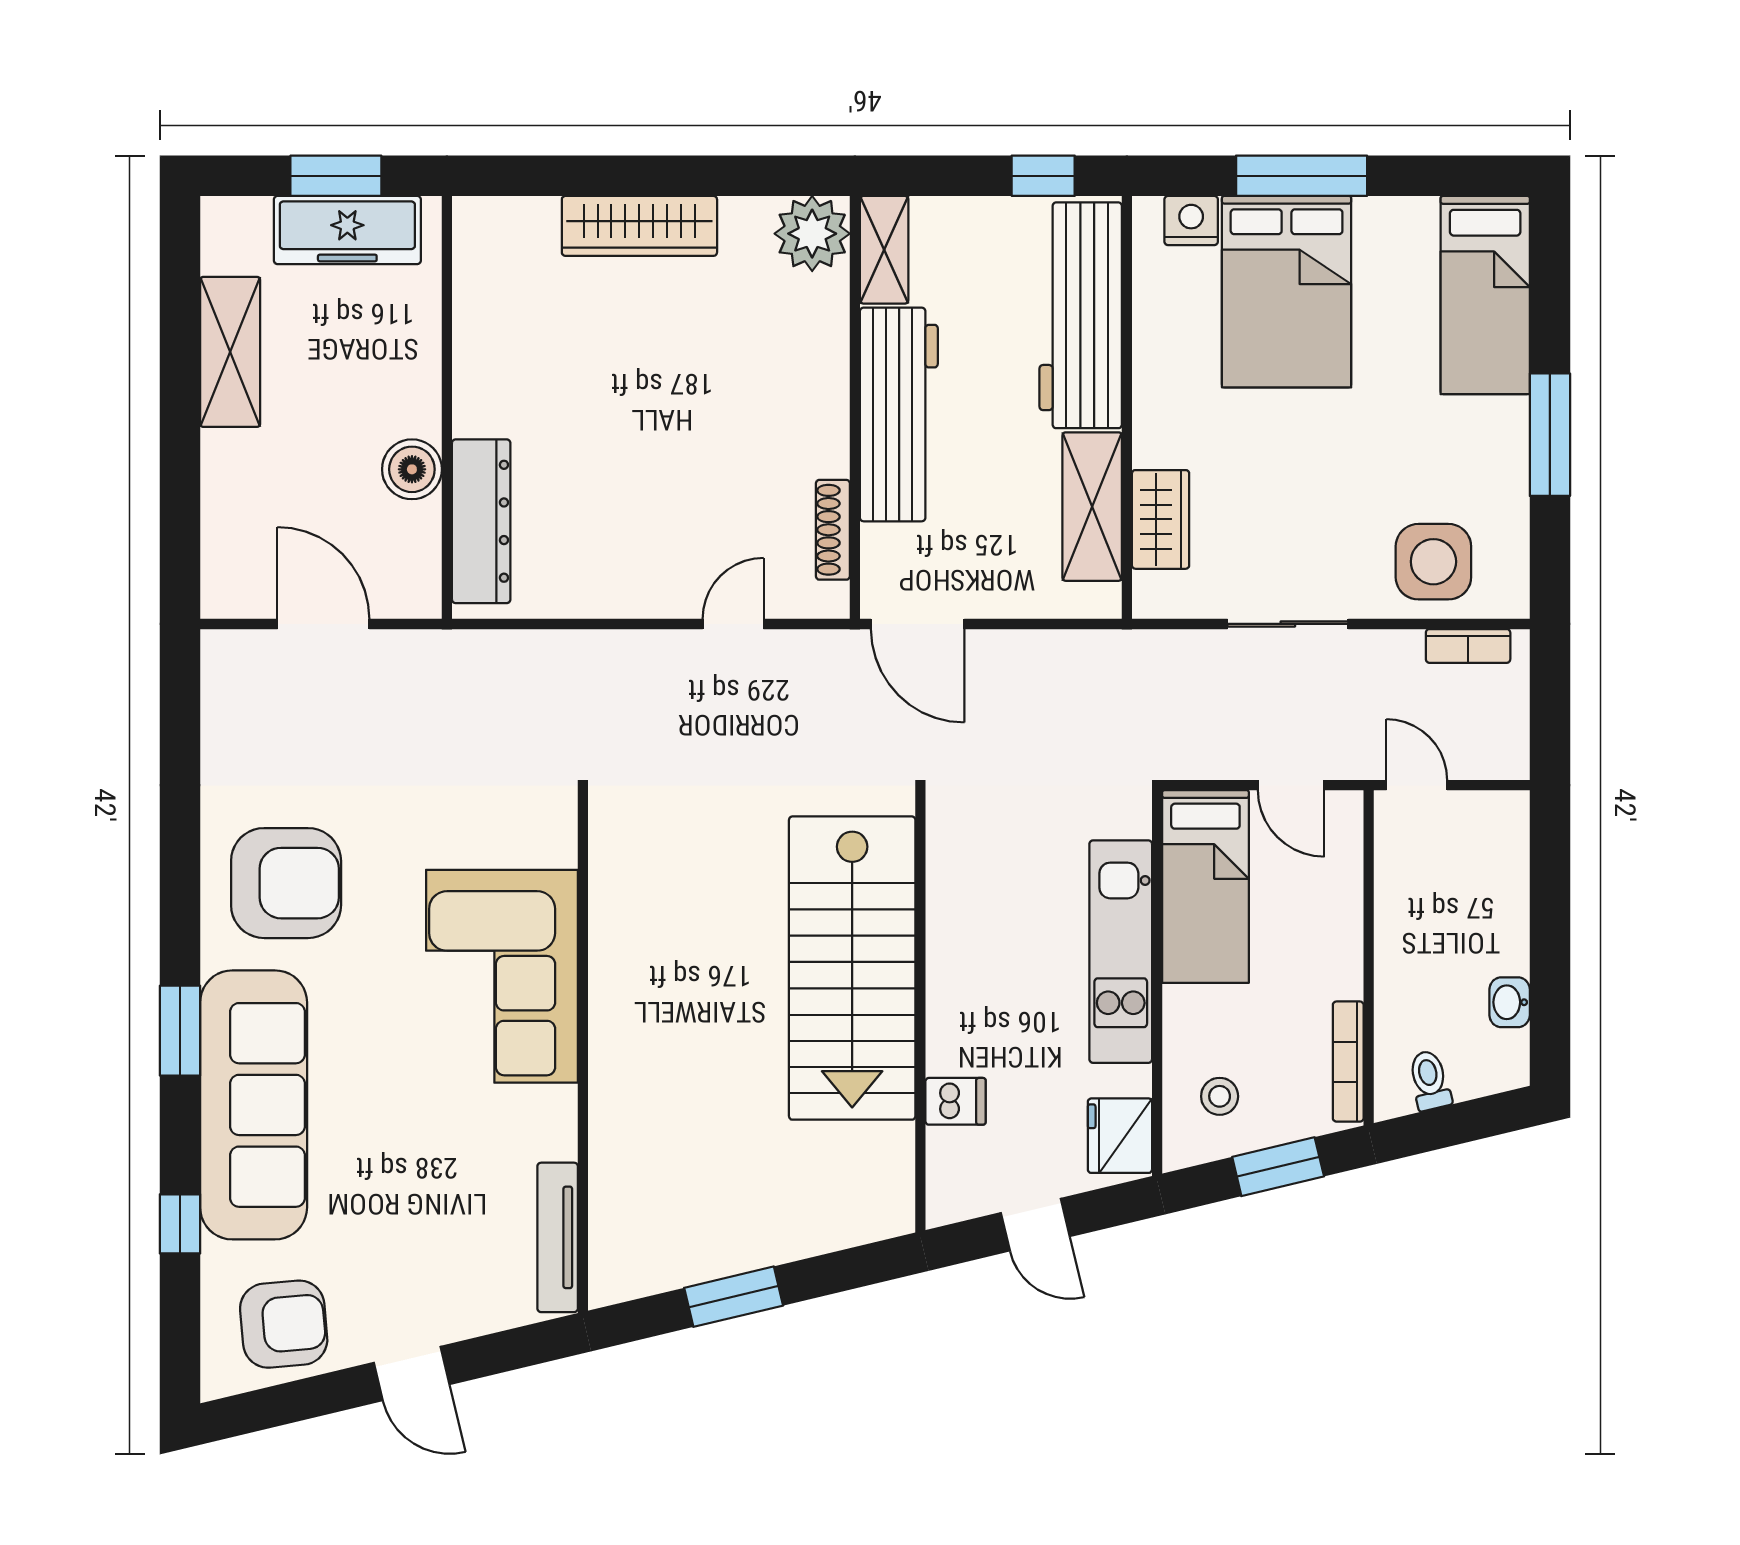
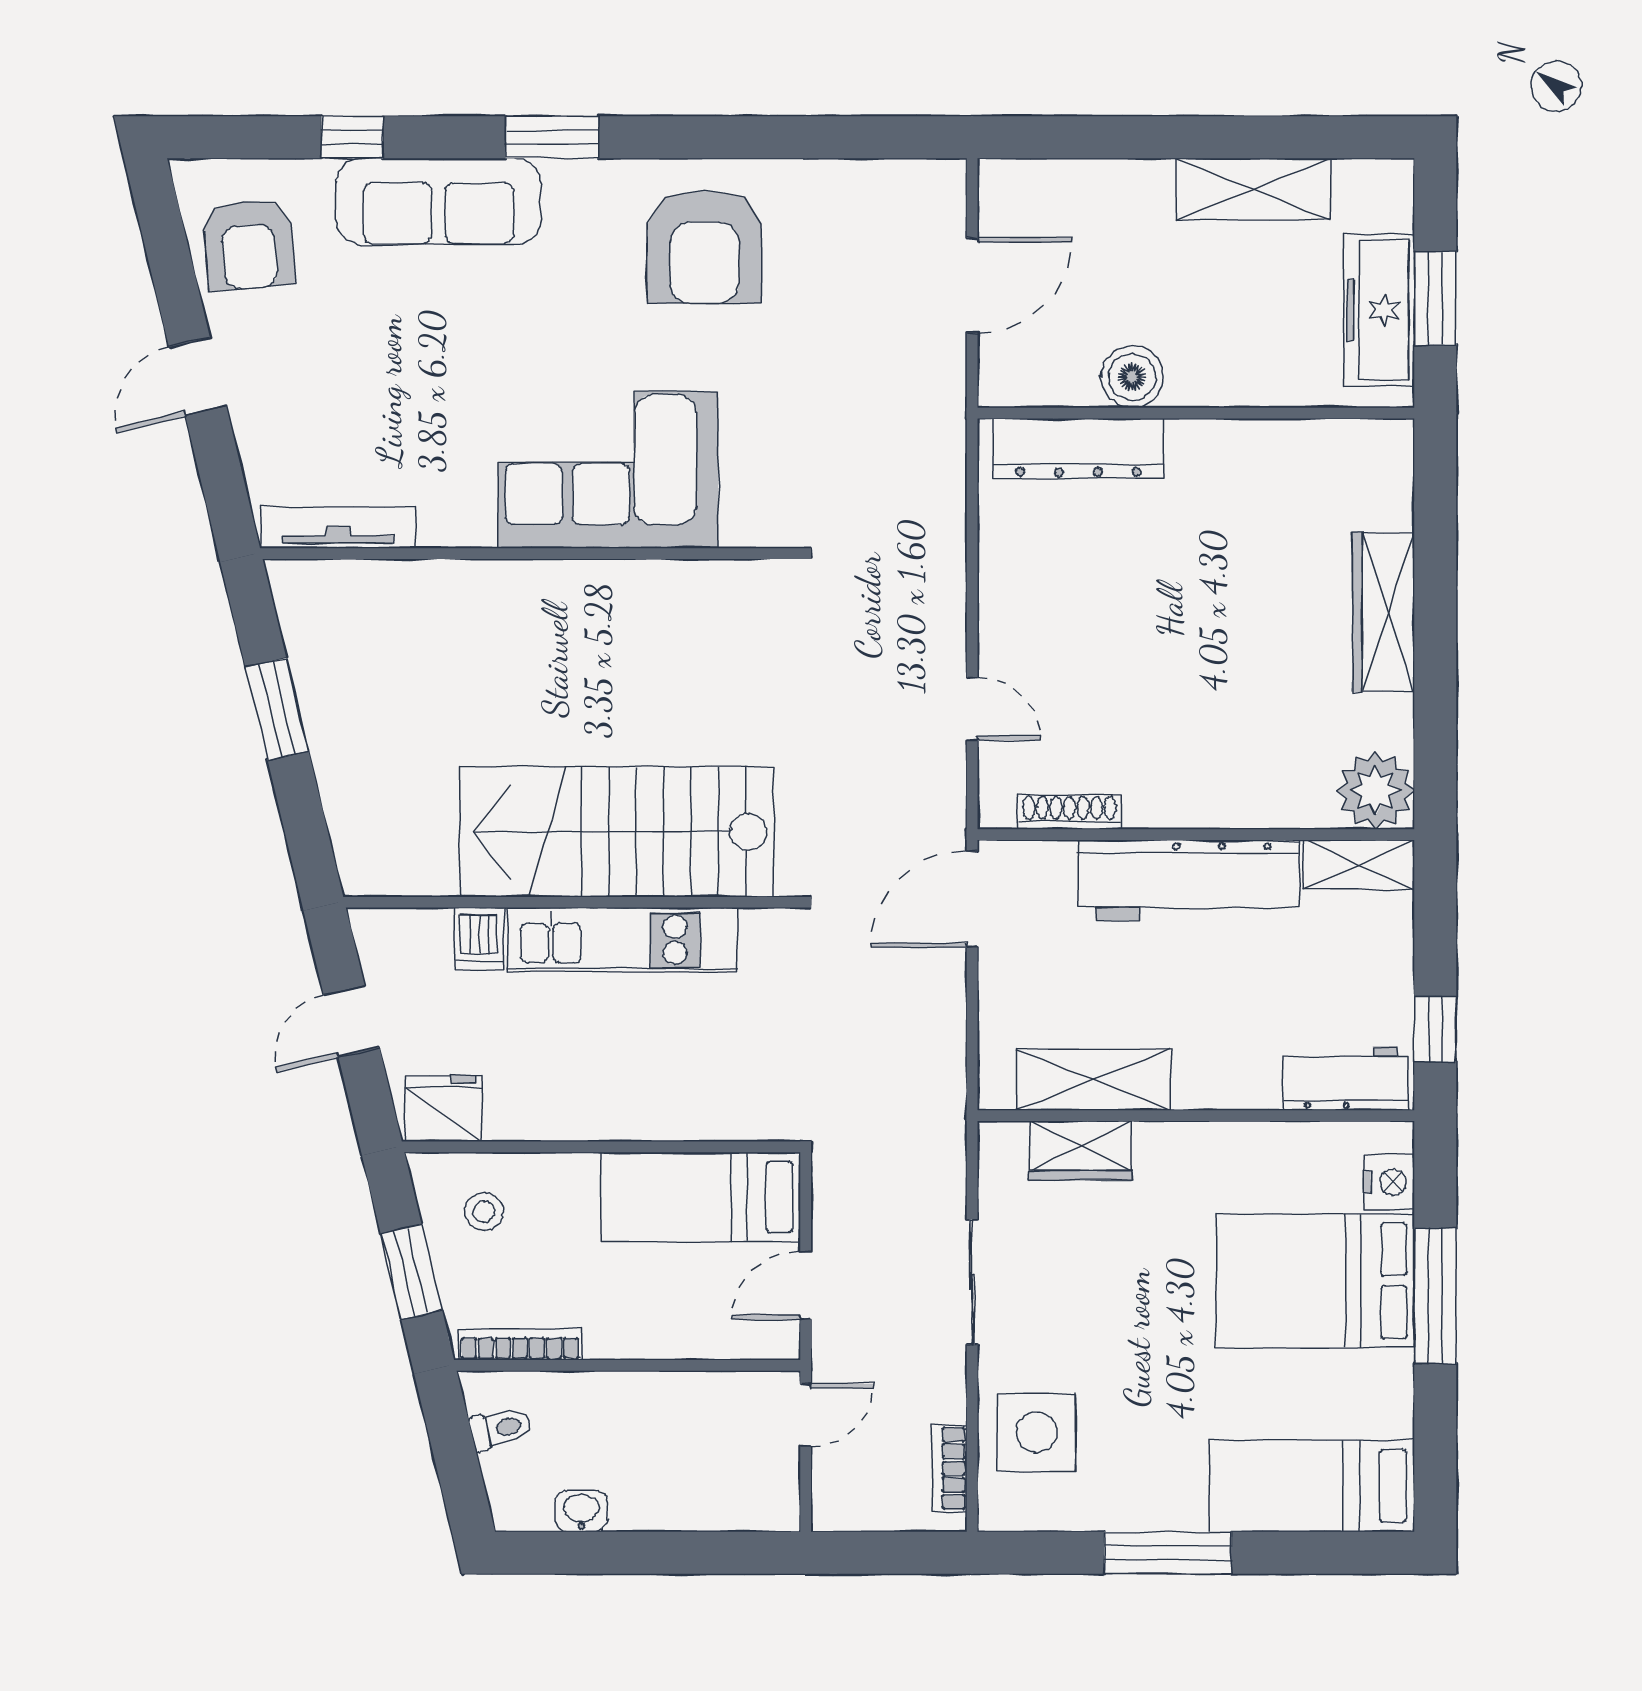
workbench: (1081, 315) -> (1346, 1078), width x0.53, depth x0.76
kitchen unit: (1121, 952) -> (622, 940), moved, turned 180
sofa: (254, 1105) -> (438, 201), width x0.74, depth x0.79

